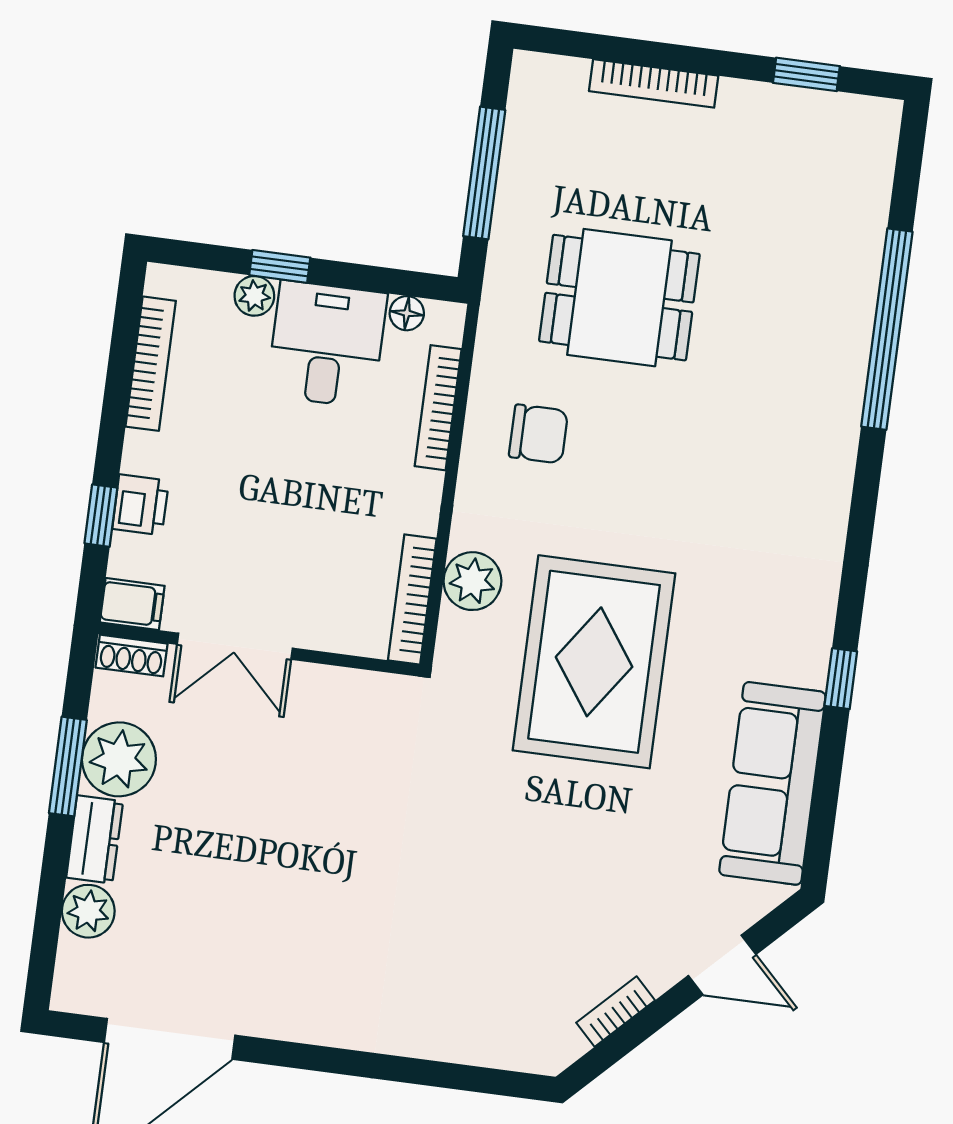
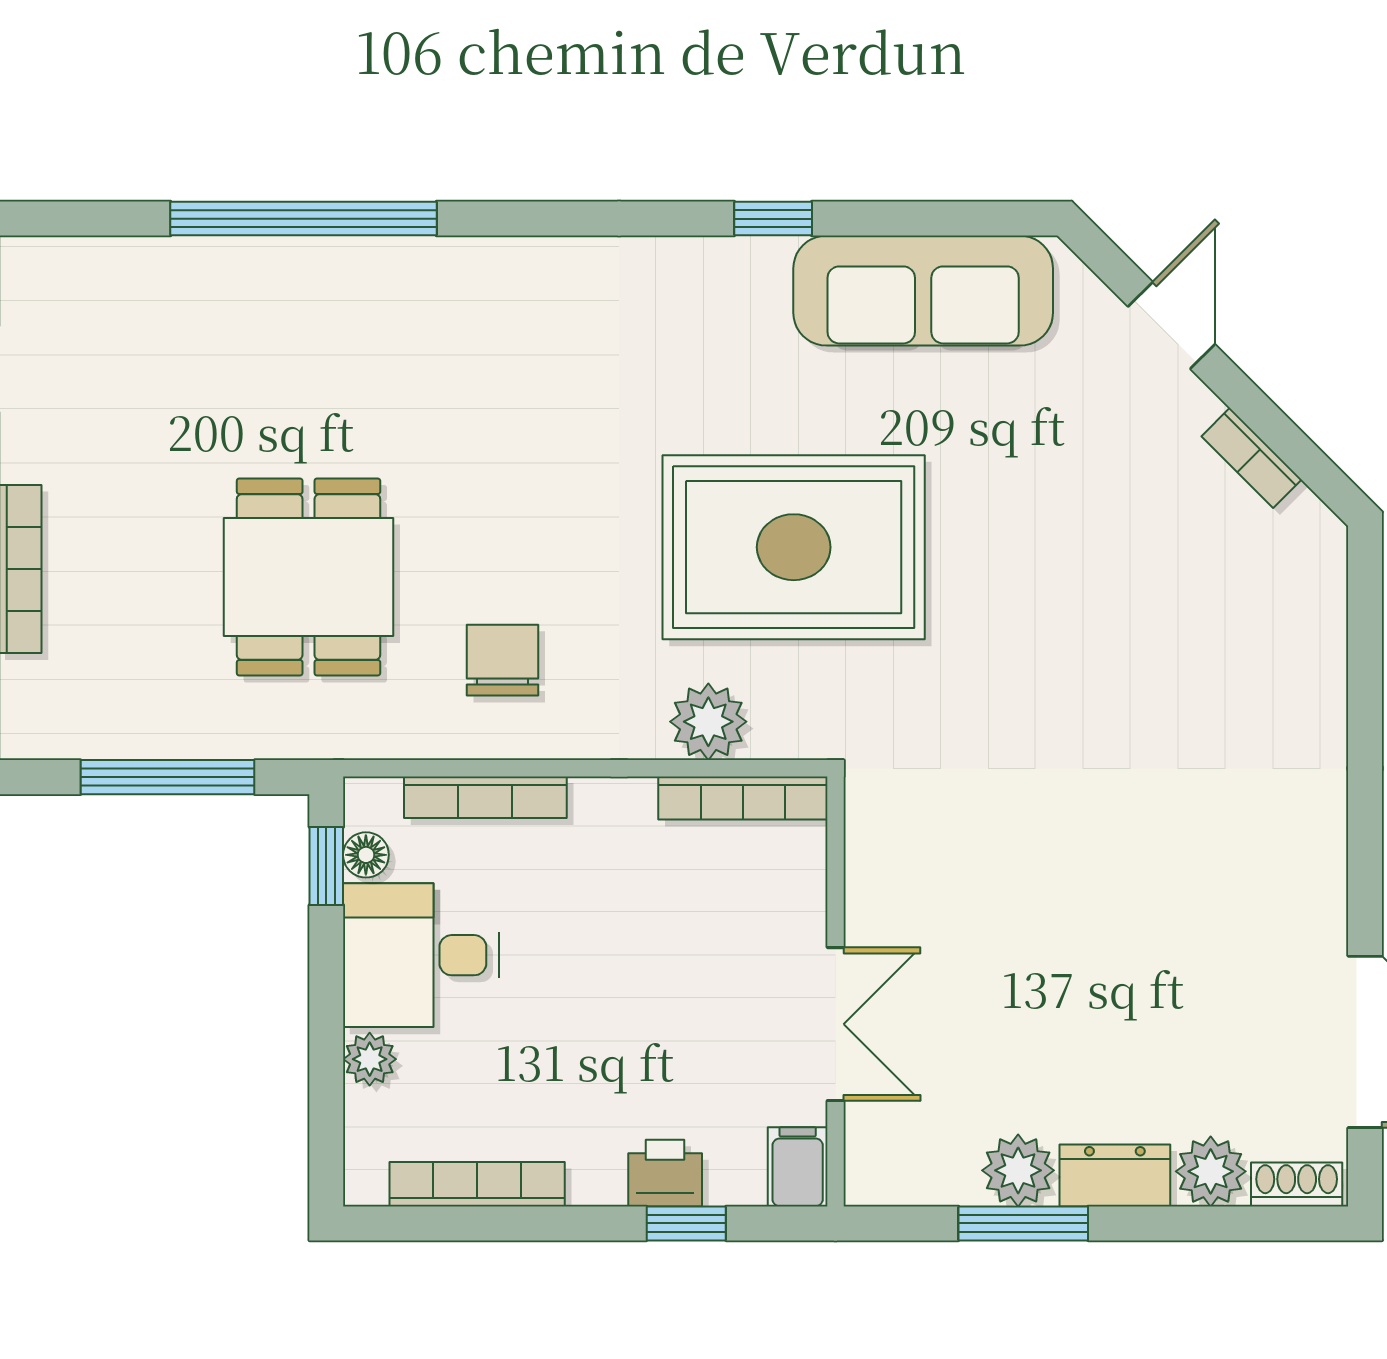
window: (280, 266) -> (326, 866), moved
shoe rack: (132, 656) -> (1297, 1184), moved, turned -90
plant: (119, 759) -> (1018, 1170), width x0.73, depth x0.73

